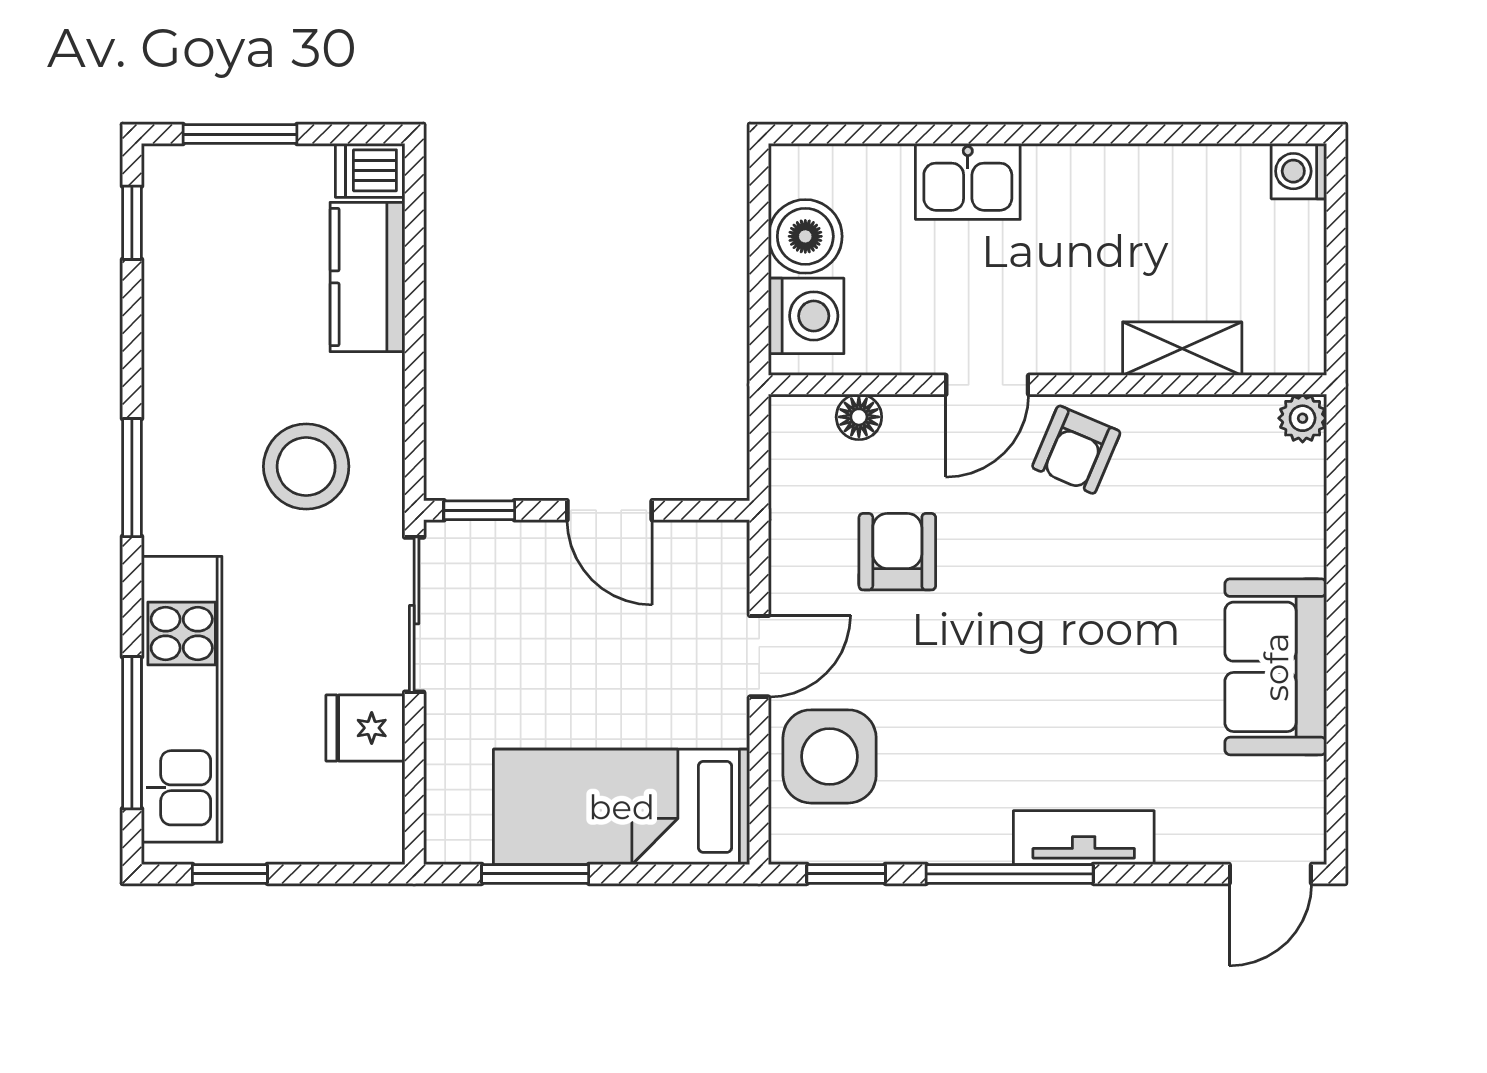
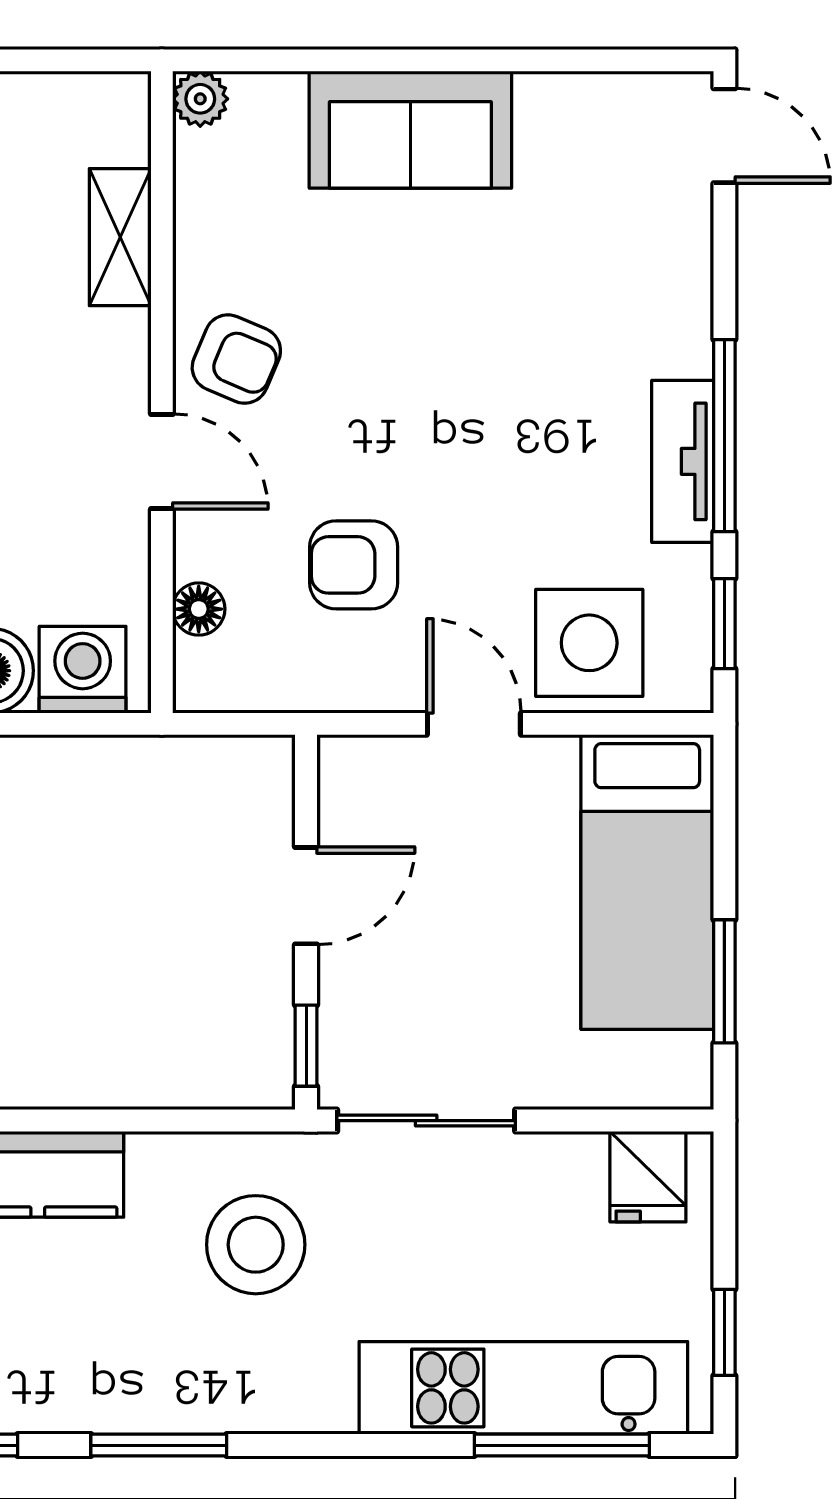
window: (132, 478) -> (159, 1445), moved
sofa: (1276, 667) -> (410, 130), moved
fridge: (365, 728) -> (648, 1177), moved
tv unit: (1084, 838) -> (683, 461), moved

